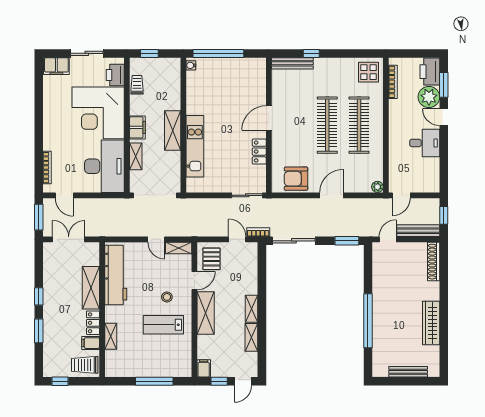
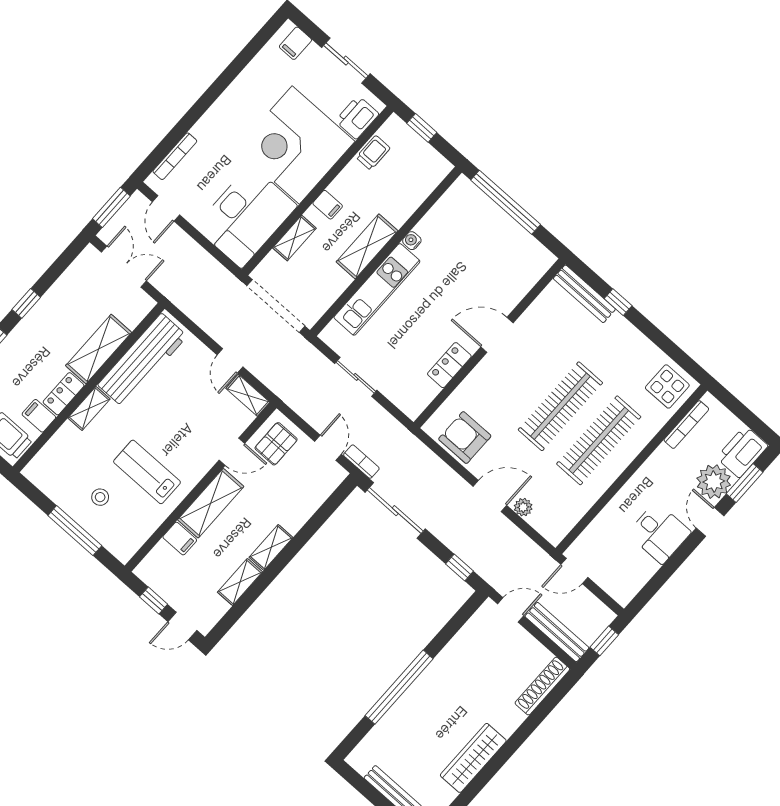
water cooler: (191, 65) -> (412, 241), moved
filing cabinet: (56, 66) -> (295, 43), width x0.50
filing cabinet: (137, 127) -> (328, 205), width x0.50
plant: (377, 187) -> (523, 507), moved
sliding door: (247, 195) -> (356, 377), moved
window: (347, 241) -> (460, 568), width x0.67
stool: (167, 297) -> (100, 497), moved
shelving: (111, 336) -> (89, 408), moved
filing cabinet: (204, 368) -> (180, 539), moved, turned 90

